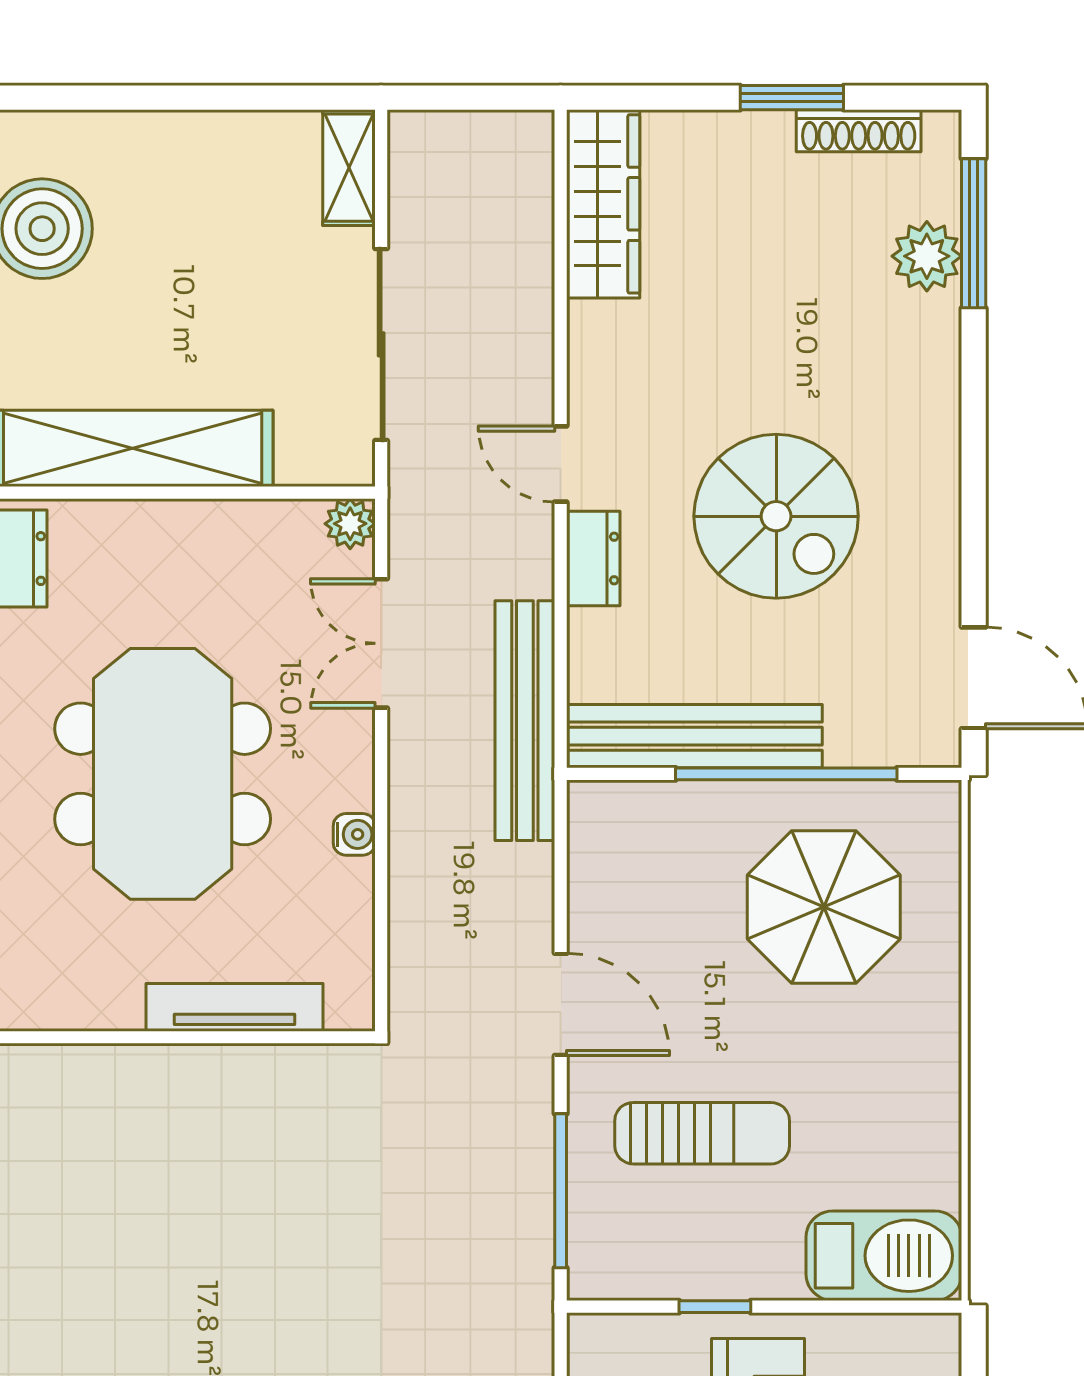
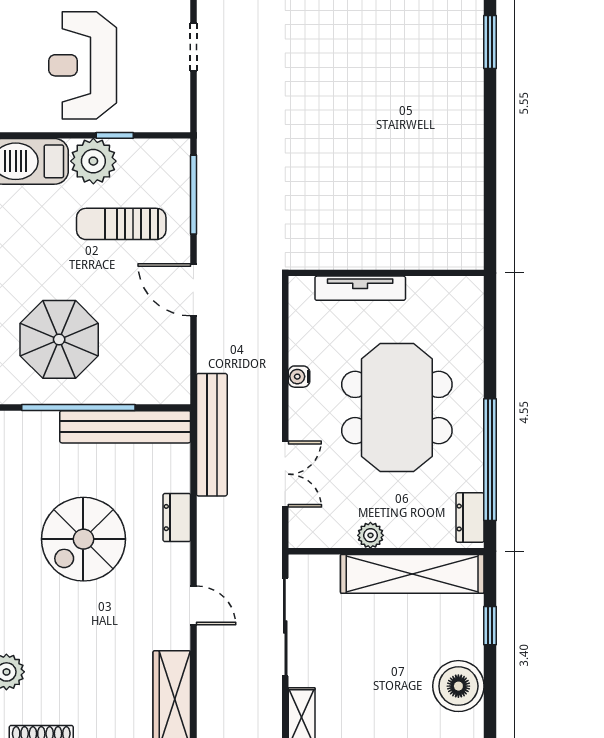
door: (561, 464) -> (193, 605), moved
spiral stairs: (776, 516) -> (83, 539), turned -90
plant: (350, 524) -> (370, 535), moved
plant: (757, 1256) -> (93, 161), added

